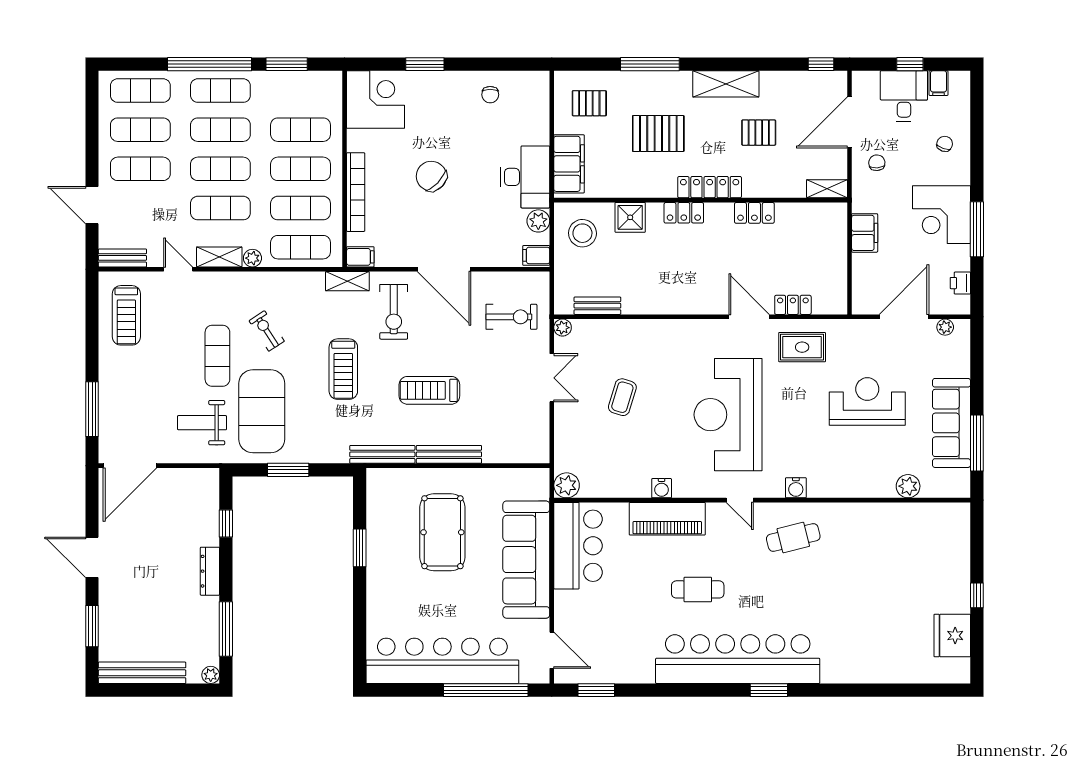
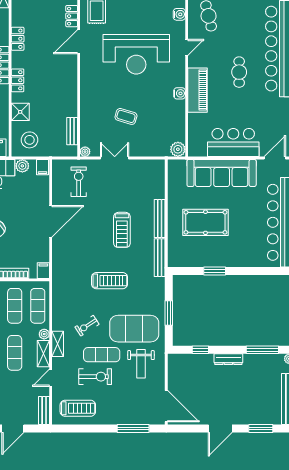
shelving: (347, 281) -> (58, 344), moved
exercise bike: (394, 312) -> (95, 377), moved
bar counter: (578, 546) -> (233, 143), moved

